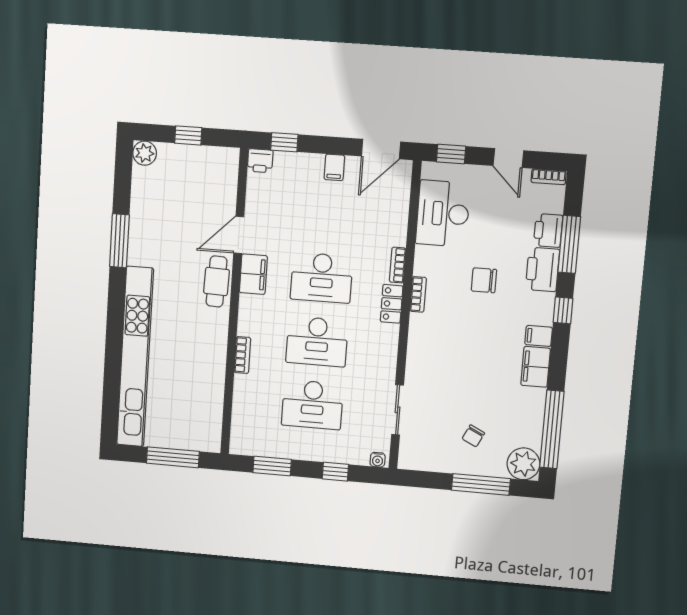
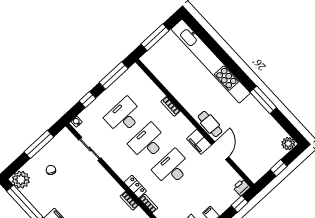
window: (272, 466) -> (114, 75), width x1.44
window: (481, 484) -> (39, 144), moved

